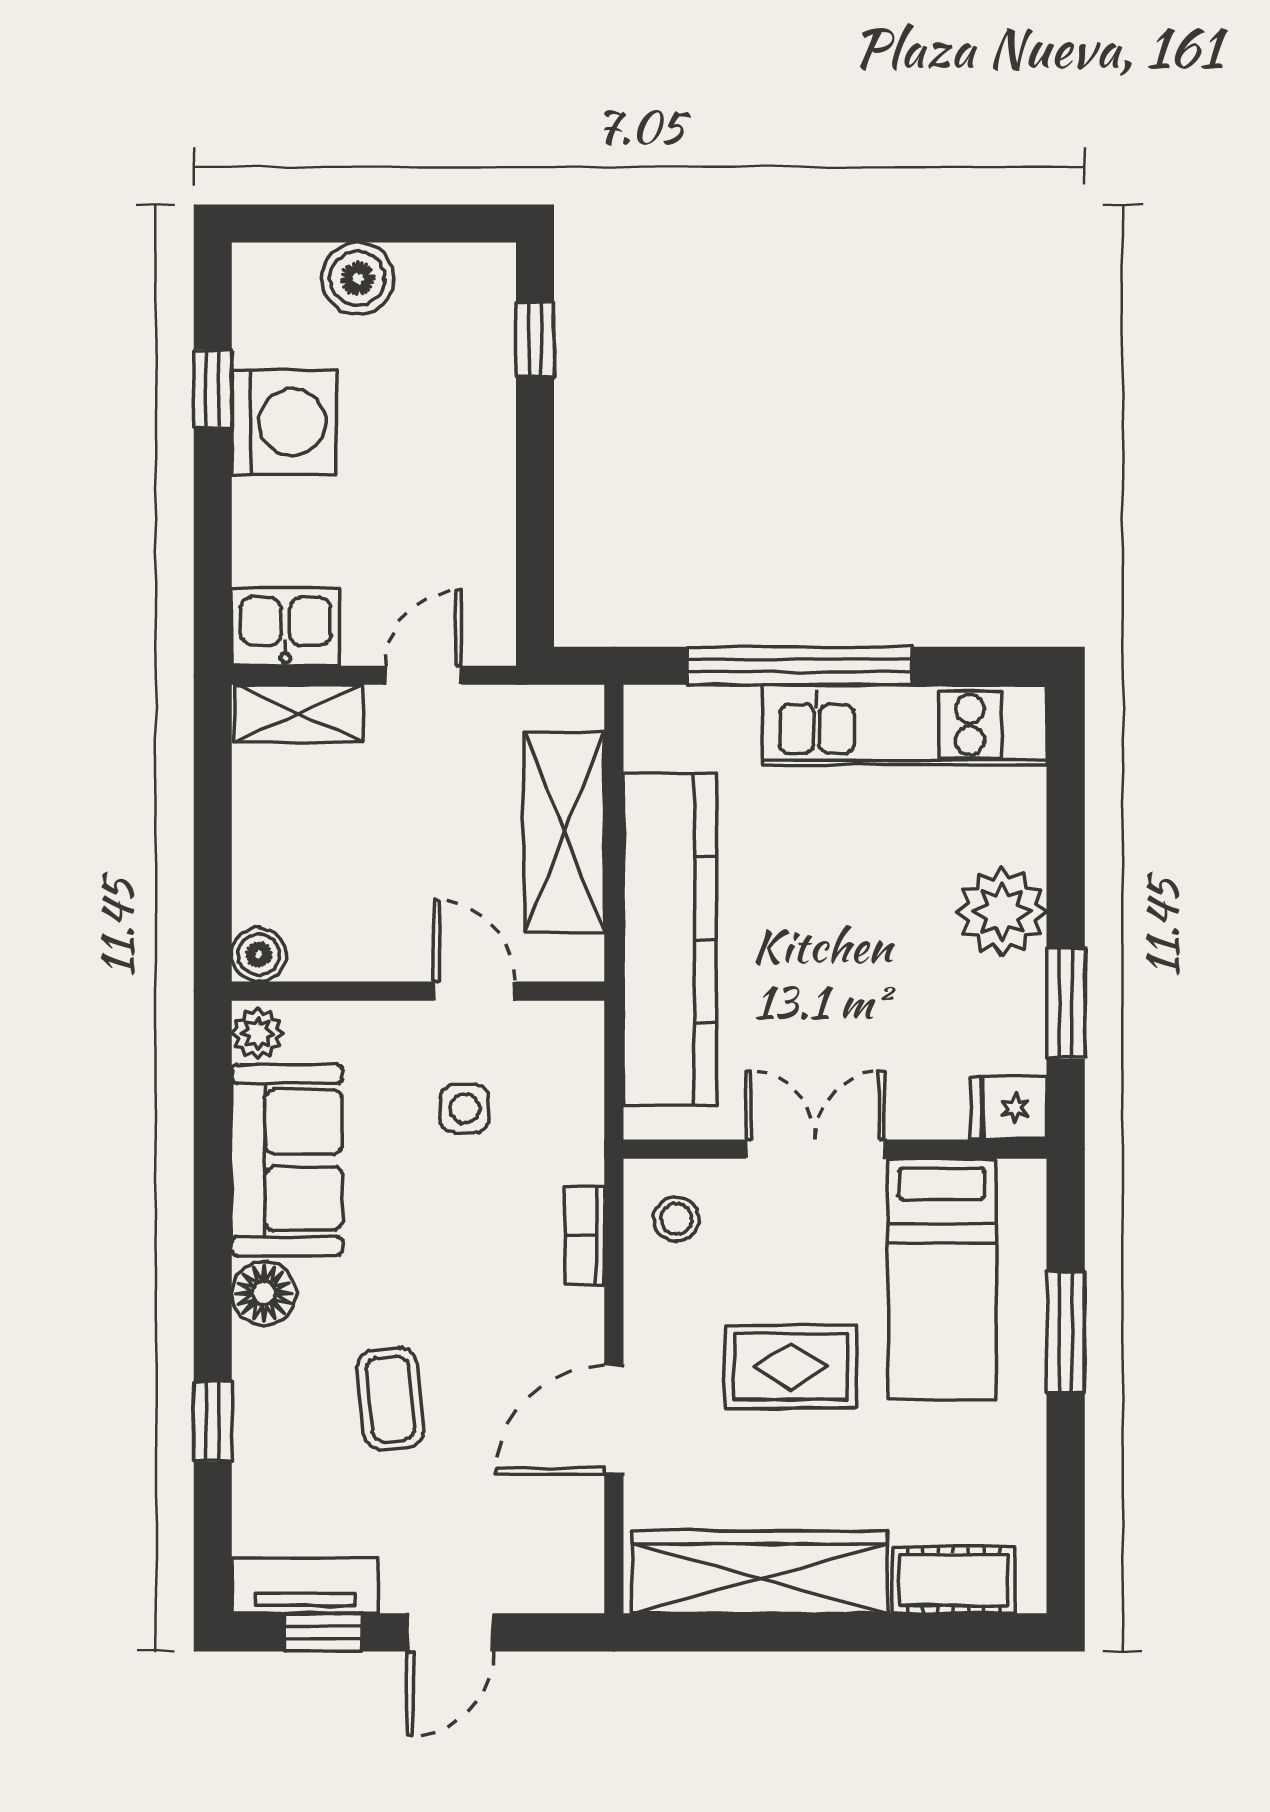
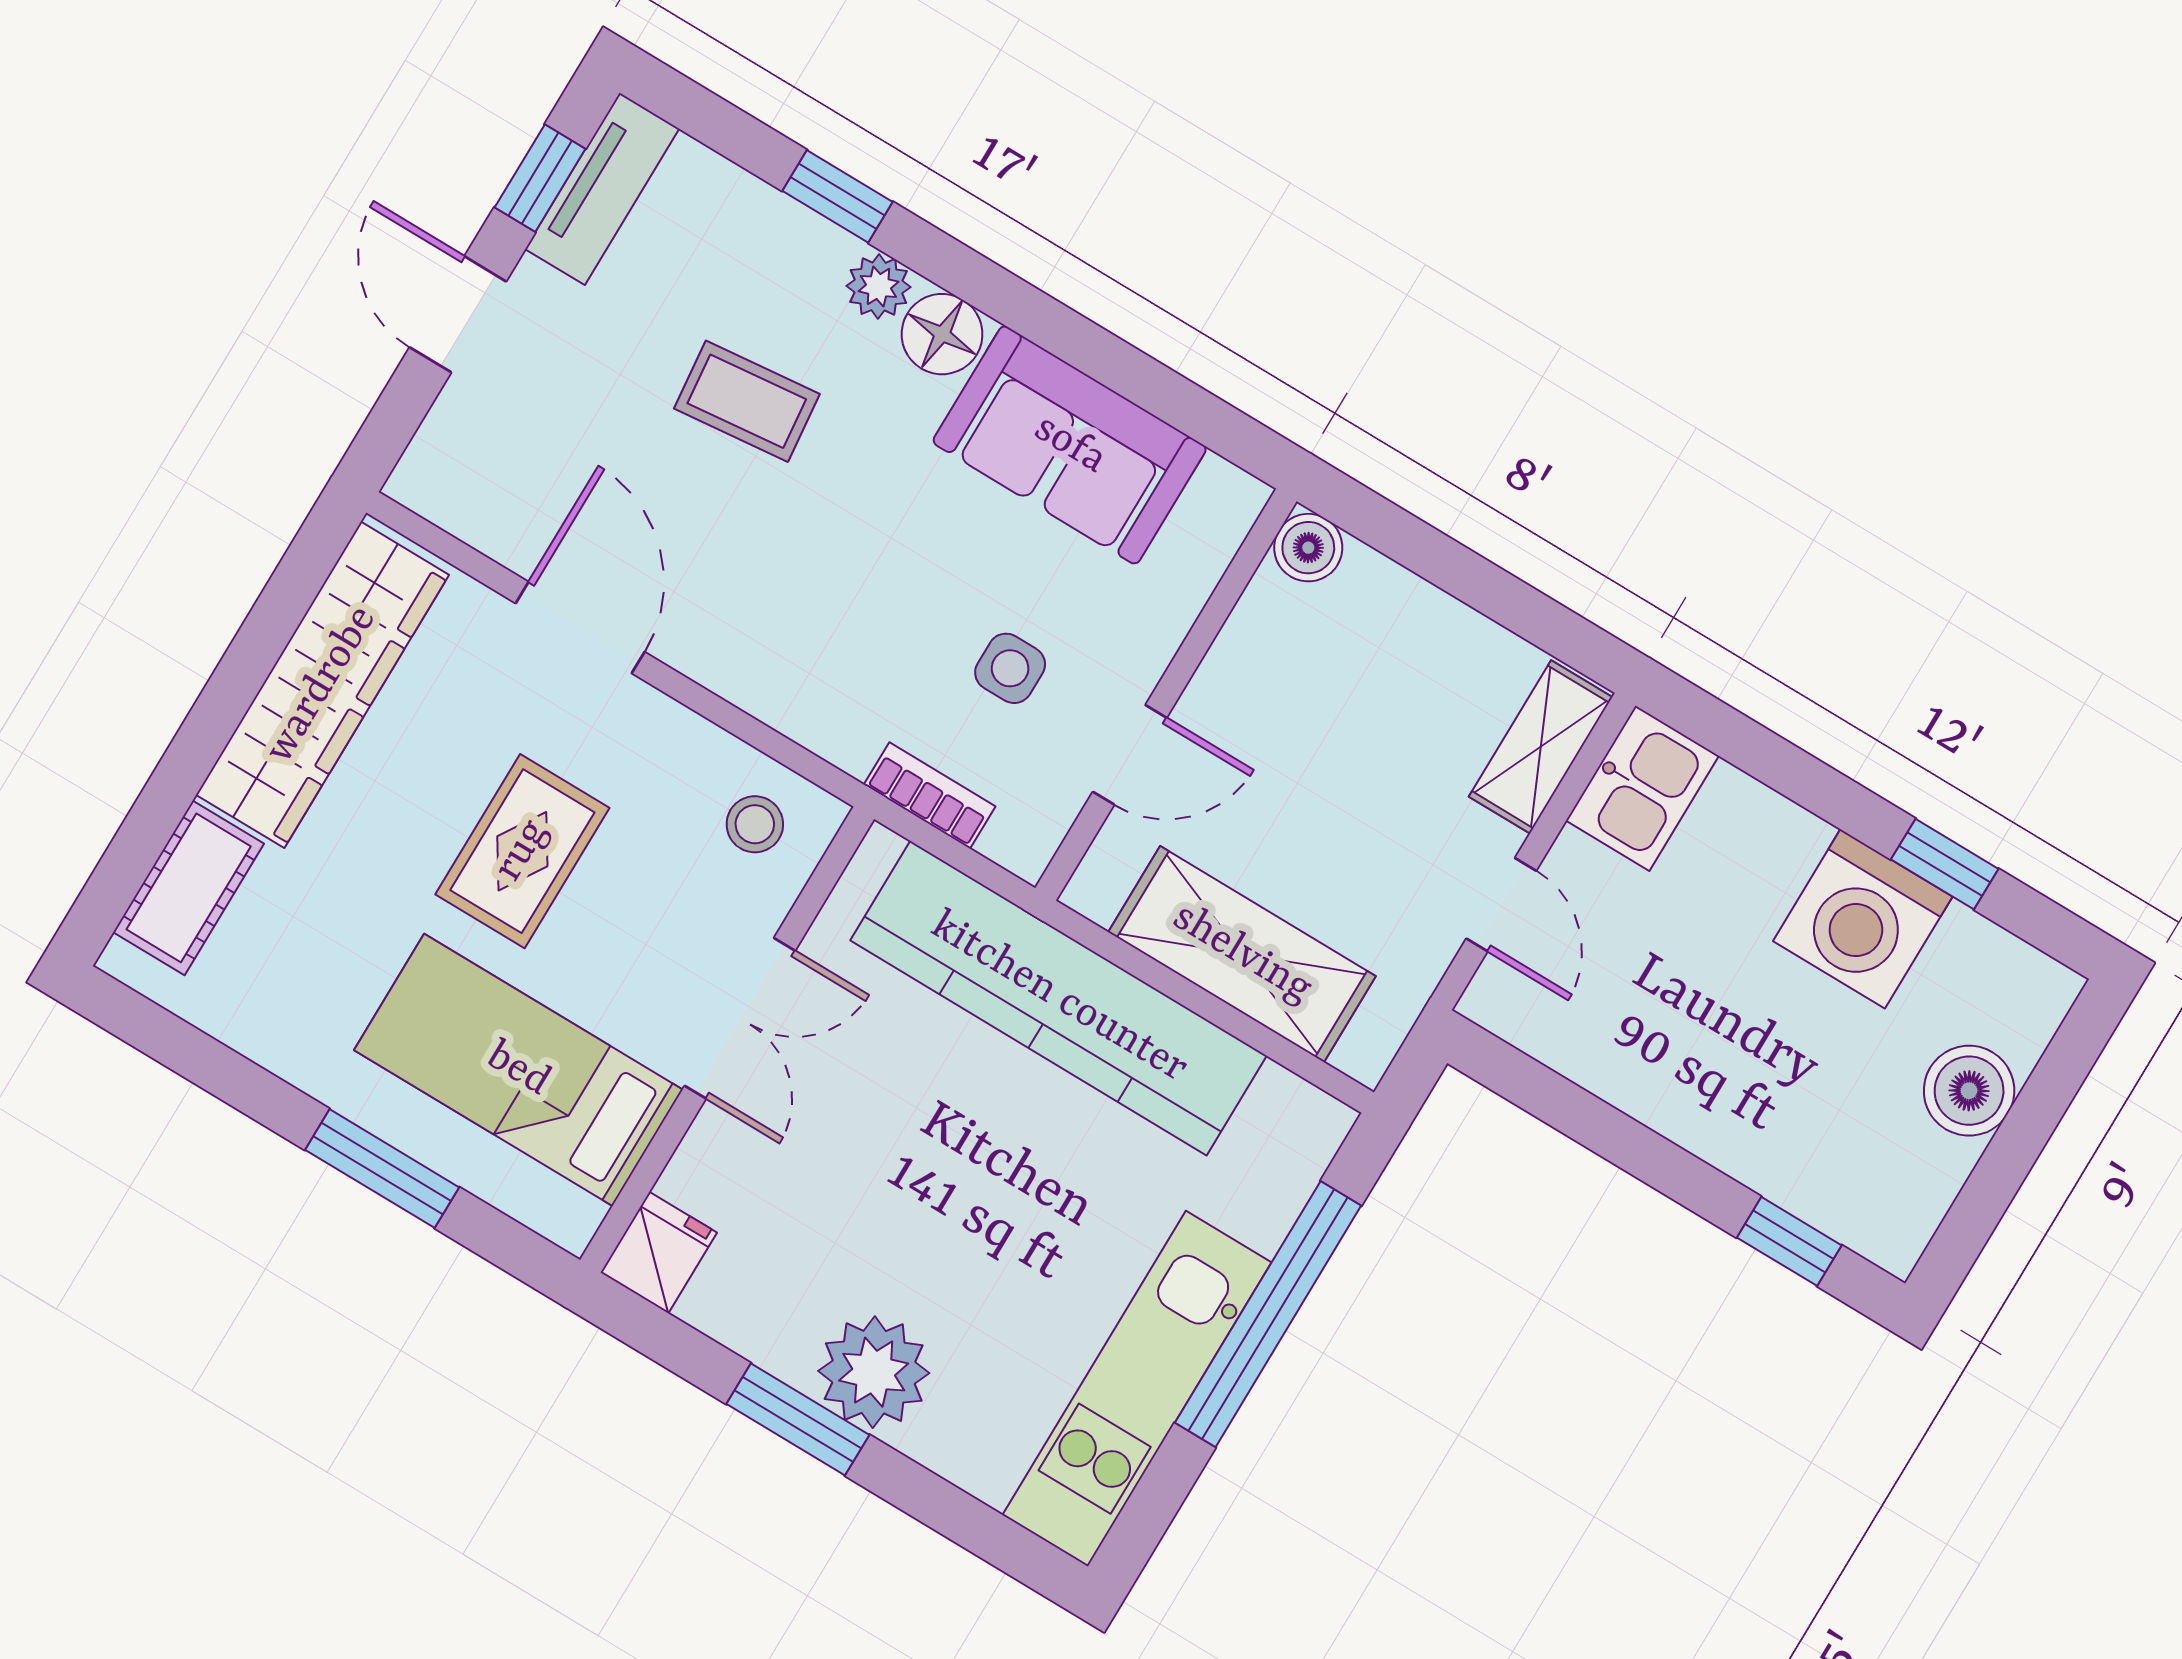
window: (1066, 1003) -> (798, 1419), moved
plant: (258, 1034) -> (878, 286), moved
bookcase: (585, 1236) -> (930, 796), moved

